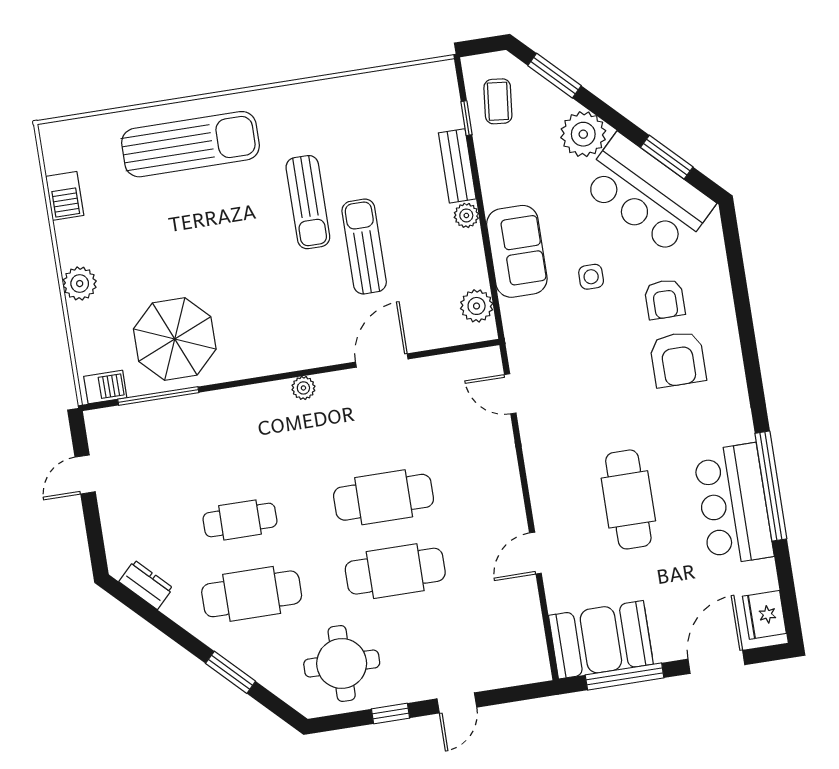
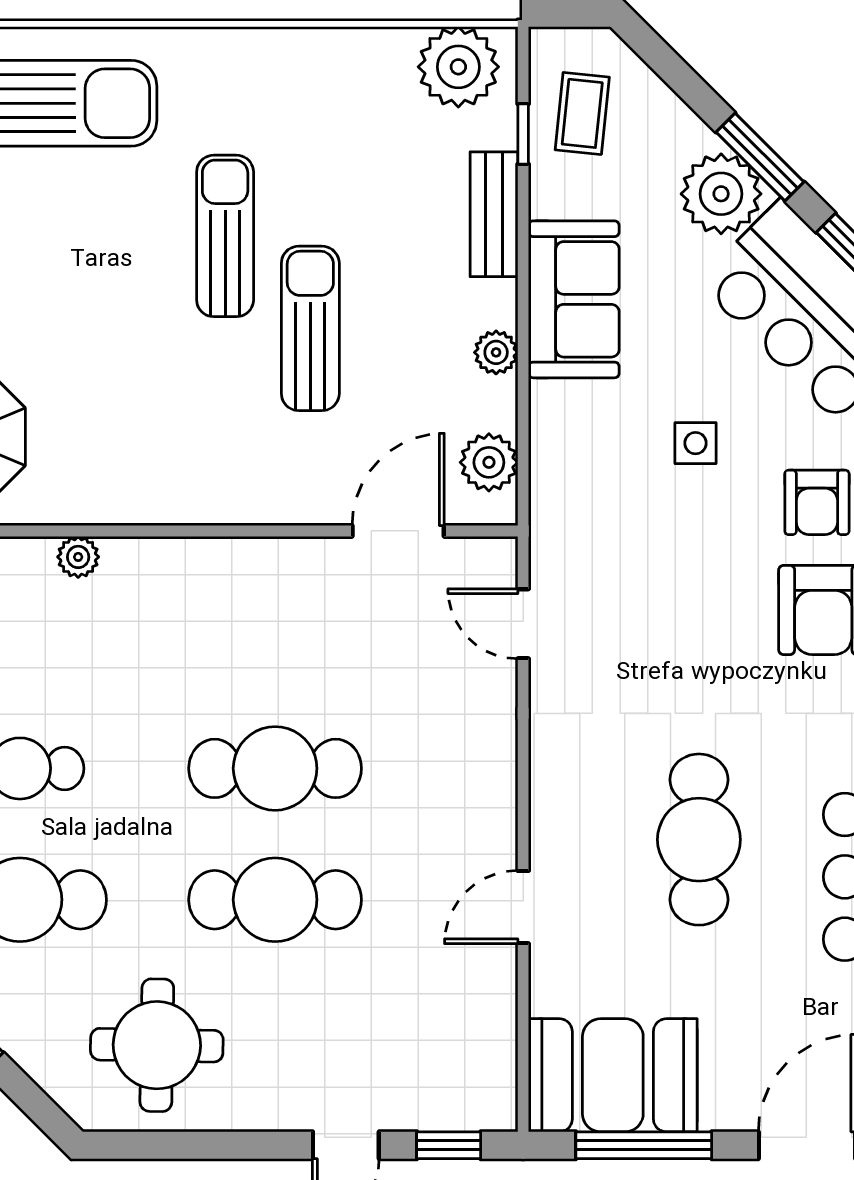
window: (555, 76) -> (760, 157), moved
plant: (424, 86) -> (458, 67), added
sun lounger: (308, 202) -> (225, 236), turned 180
plant: (466, 215) -> (496, 352), moved
sofa: (517, 251) -> (574, 299), moved
door: (382, 361) -> (398, 531), moved
plant: (303, 388) -> (78, 557), moved
window: (391, 713) -> (449, 1145), moved

